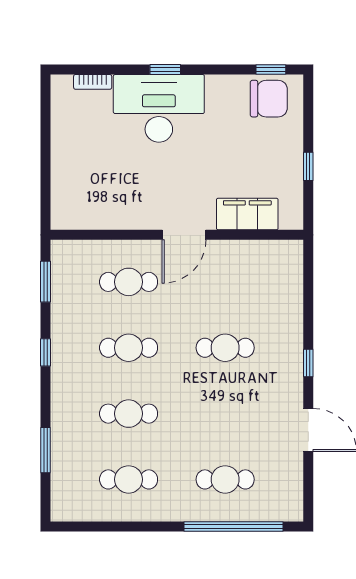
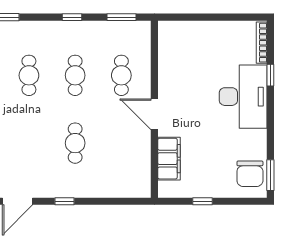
window: (165, 69) -> (270, 75), moved
window: (271, 69) -> (270, 175), width x1.50
bookcase: (93, 82) -> (262, 43), width x1.56

